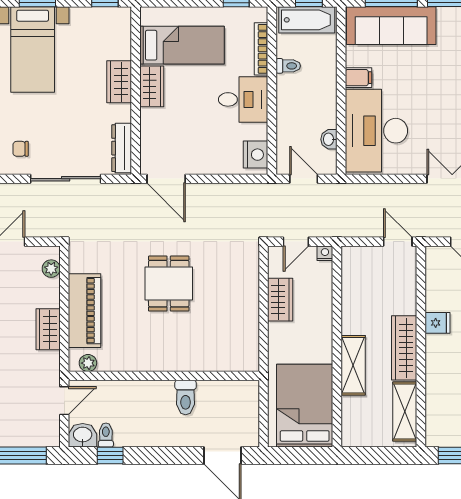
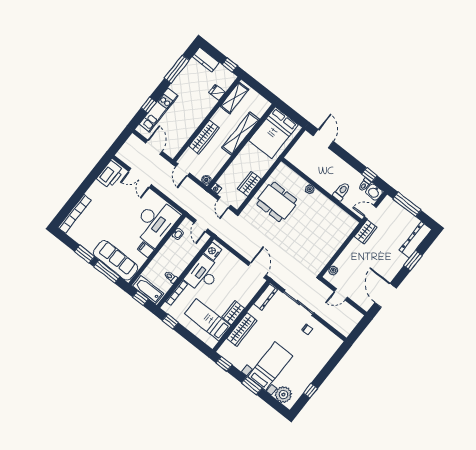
wardrobe: (119, 82) -> (242, 329), width x1.50
desk: (243, 99) -> (203, 274), width x1.37
door: (296, 242) -> (224, 203), swing flipped
boiler: (350, 255) -> (206, 180), added
dining table: (169, 284) -> (277, 202), moved, width x1.38
piano: (85, 311) -> (333, 242), removed
fridge: (438, 323) -> (217, 92), moved
wardrobe: (48, 329) -> (366, 232), moved
wardrobe: (404, 348) -> (204, 137), moved
plant: (88, 363) -> (310, 189), moved
shelving: (353, 365) -> (241, 134), width x1.47
toilet: (186, 397) -> (342, 192), moved

